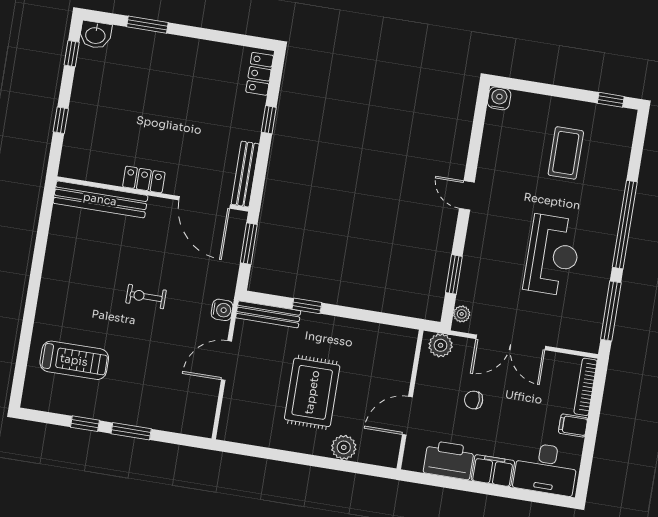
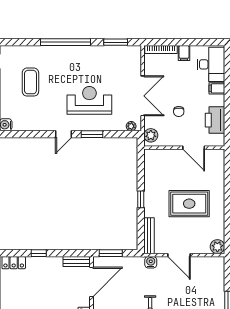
coffee table: (566, 153) -> (30, 82), turned 90
bench: (245, 174) -> (77, 262), width x0.73
reception desk: (553, 255) -> (89, 100), moved
window: (454, 274) -> (92, 134), moved
window: (307, 306) -> (141, 199), moved
window: (611, 311) -> (116, 42), width x0.69
plant: (344, 447) -> (217, 247), moved
filing cabinet: (493, 471) -> (217, 88), width x0.50

